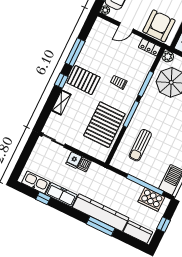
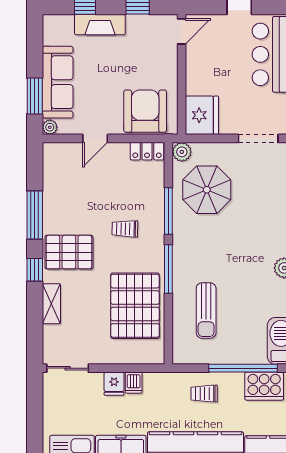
trolley: (118, 188) -> (204, 394), added

